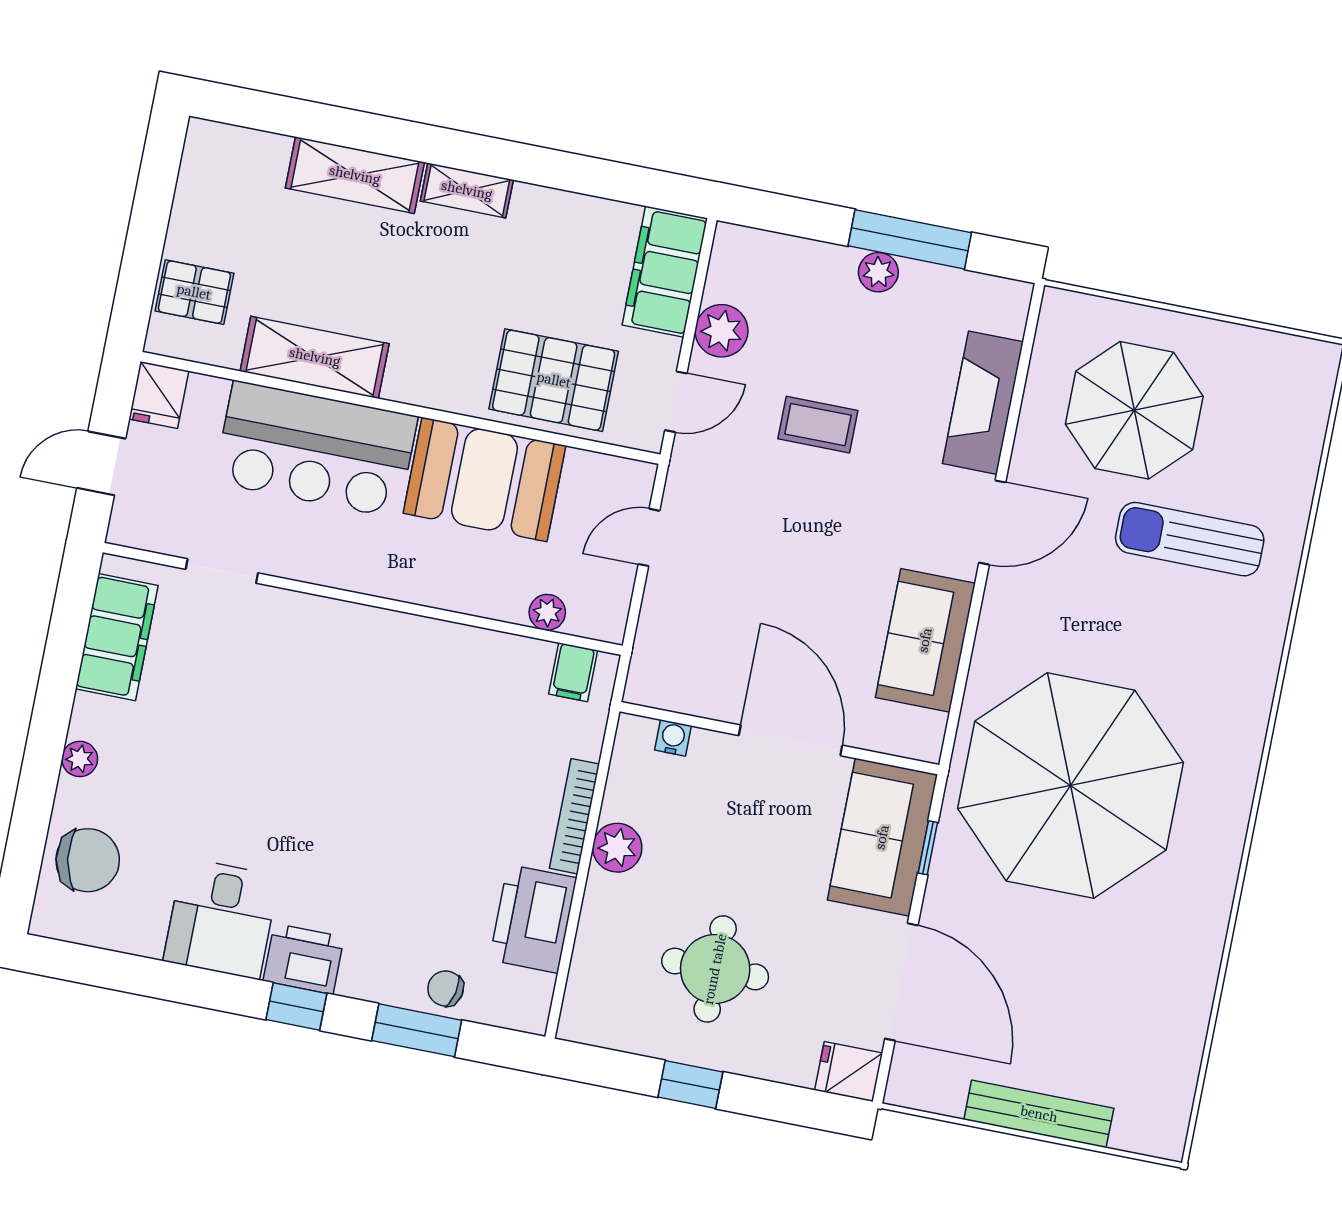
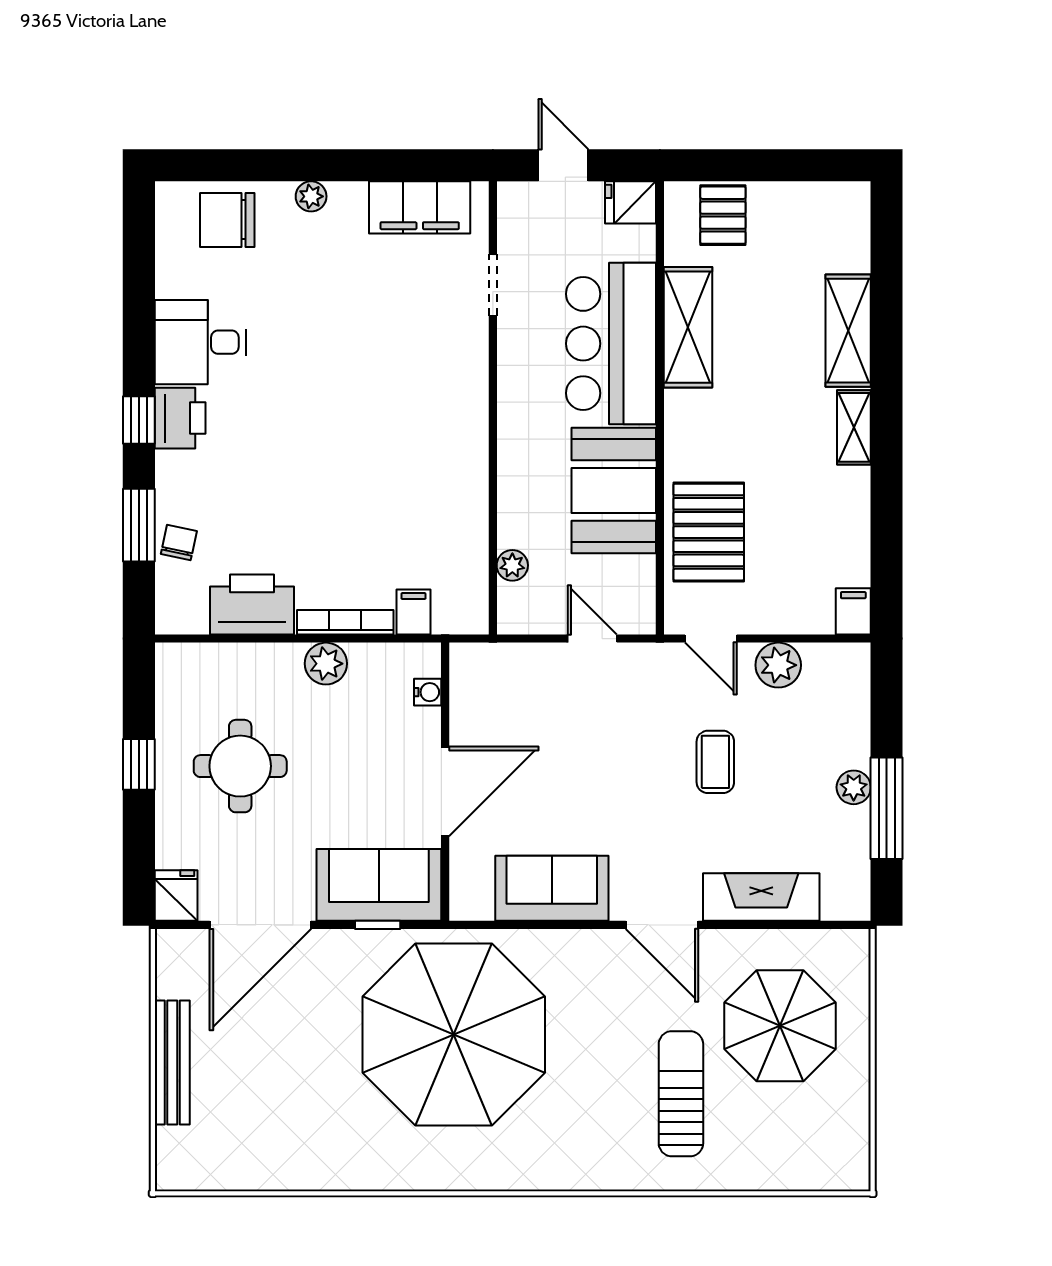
filing cabinet: (665, 272) -> (853, 611), width x0.33, depth x0.86
filing cabinet: (573, 672) -> (414, 612), moved, turned 90
chair: (88, 860) -> (227, 220), turned 99

